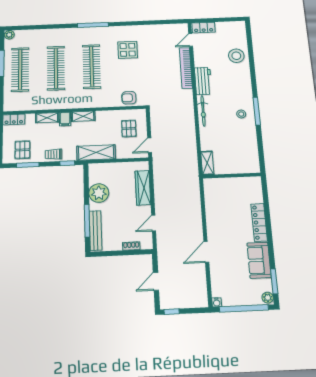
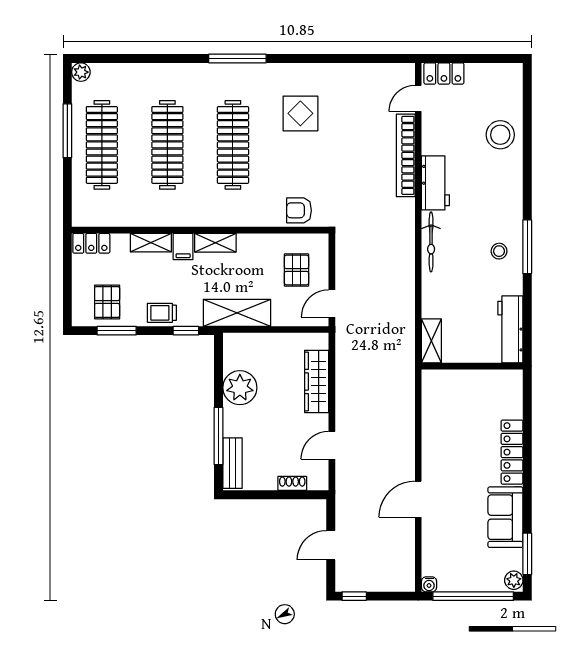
workbench: (252, 155) -> (510, 329), added
bench: (96, 230) -> (233, 463), width x0.73

